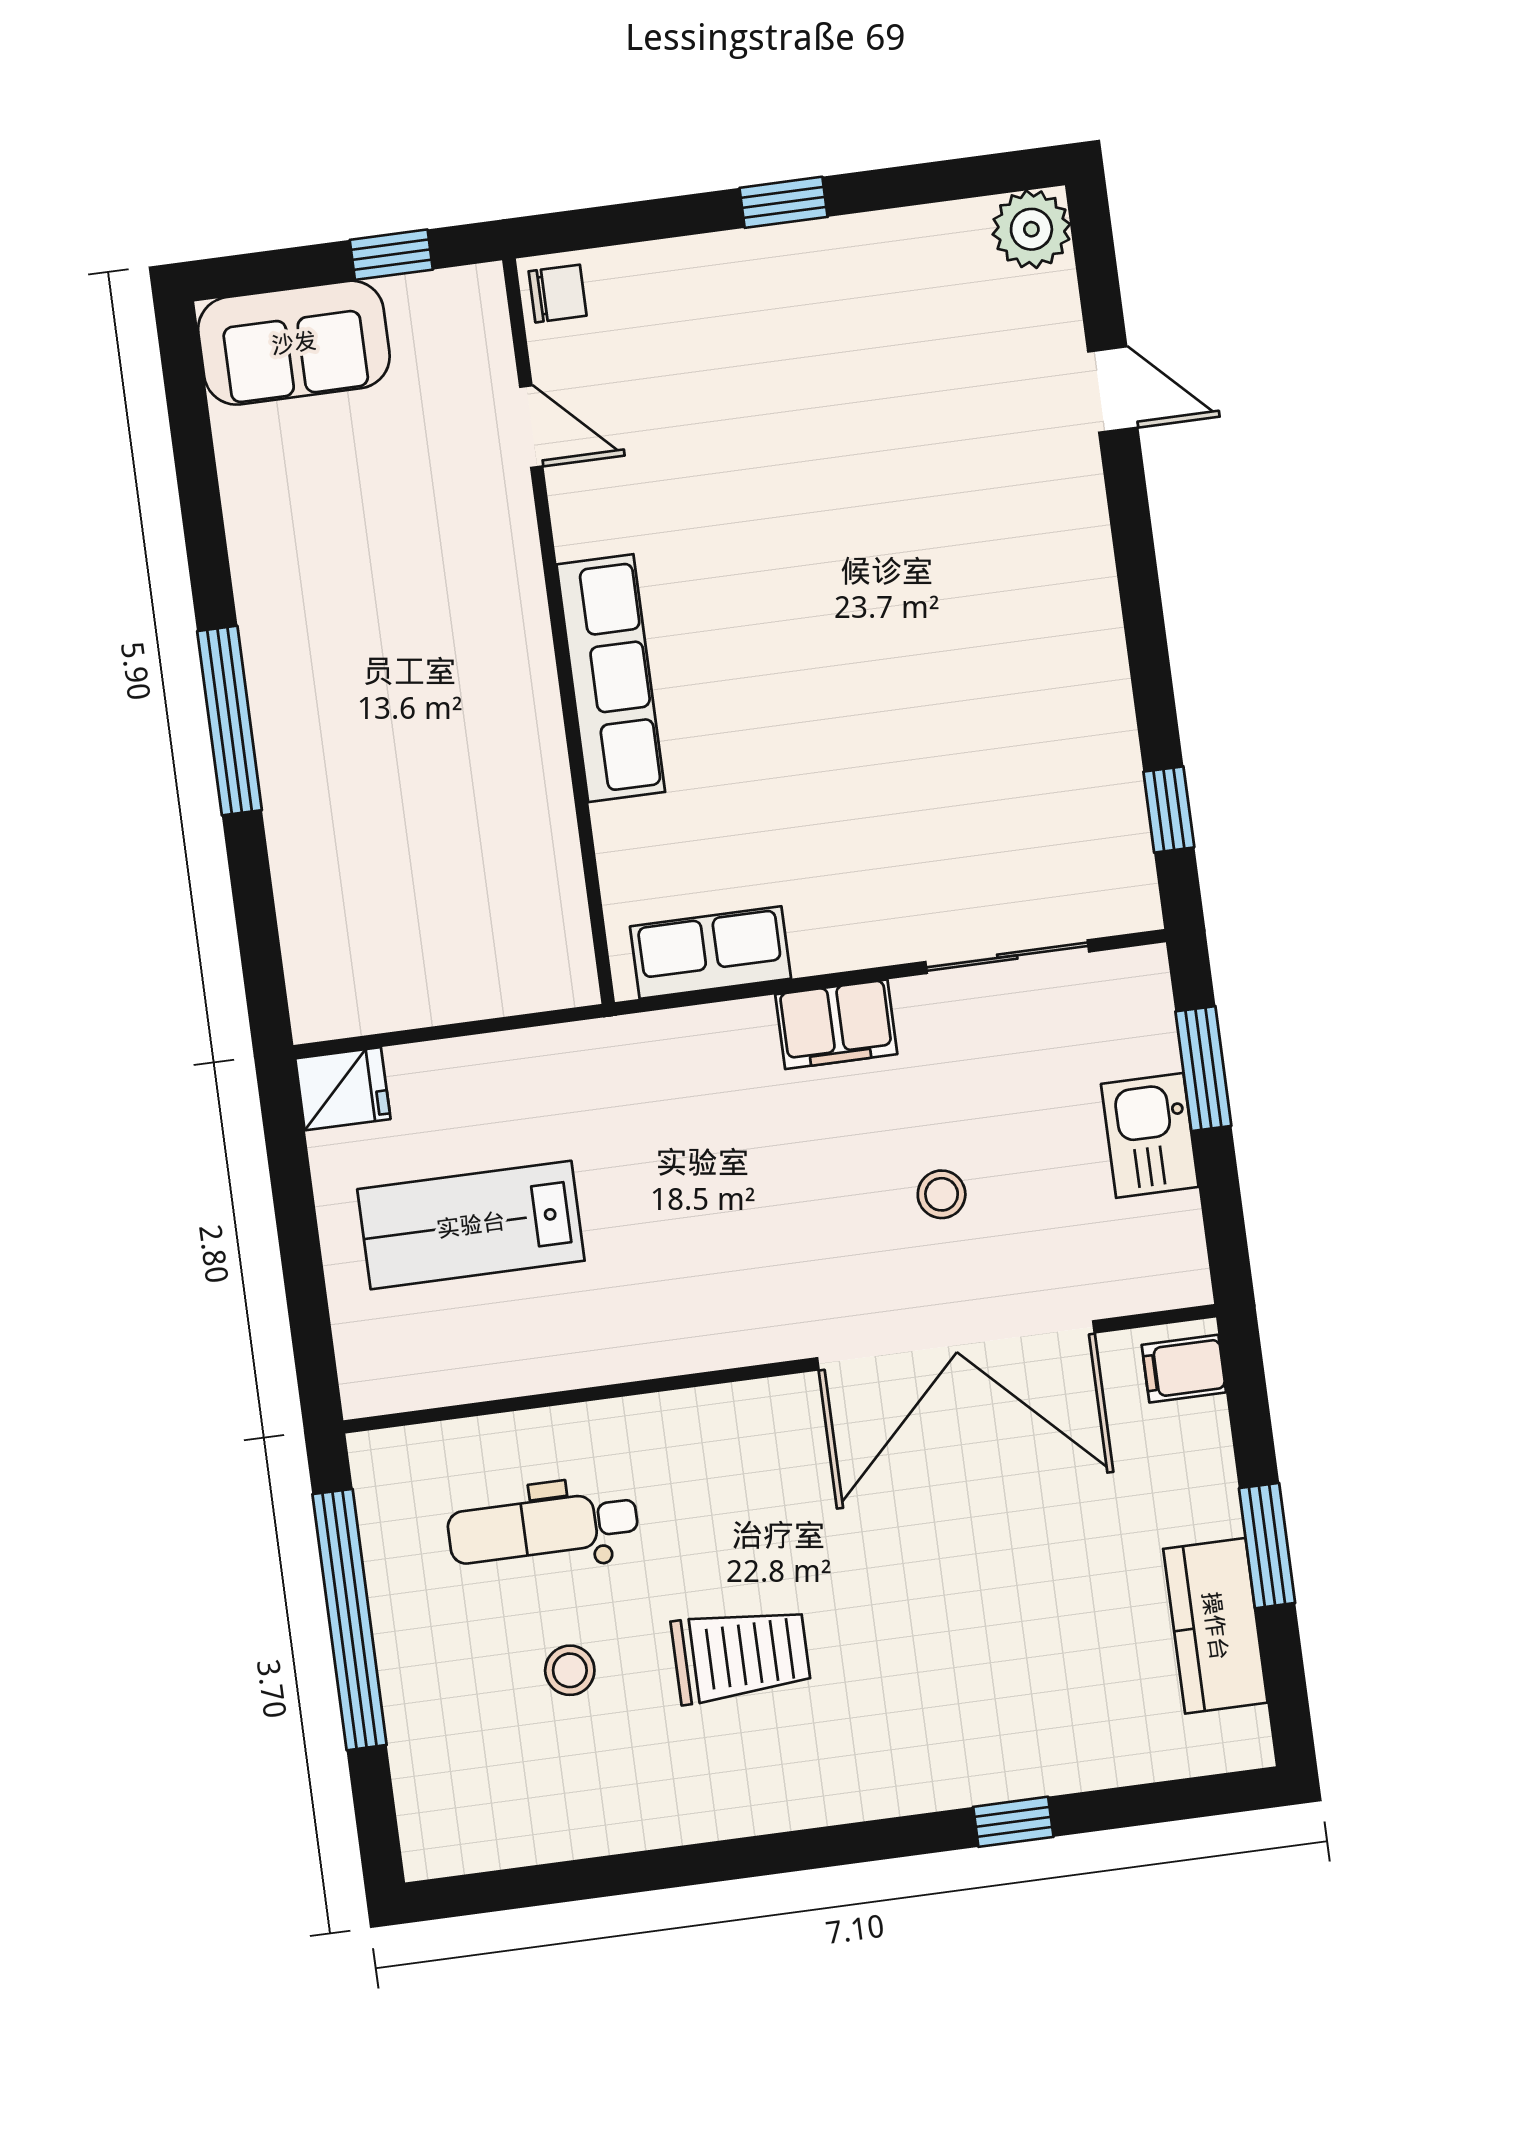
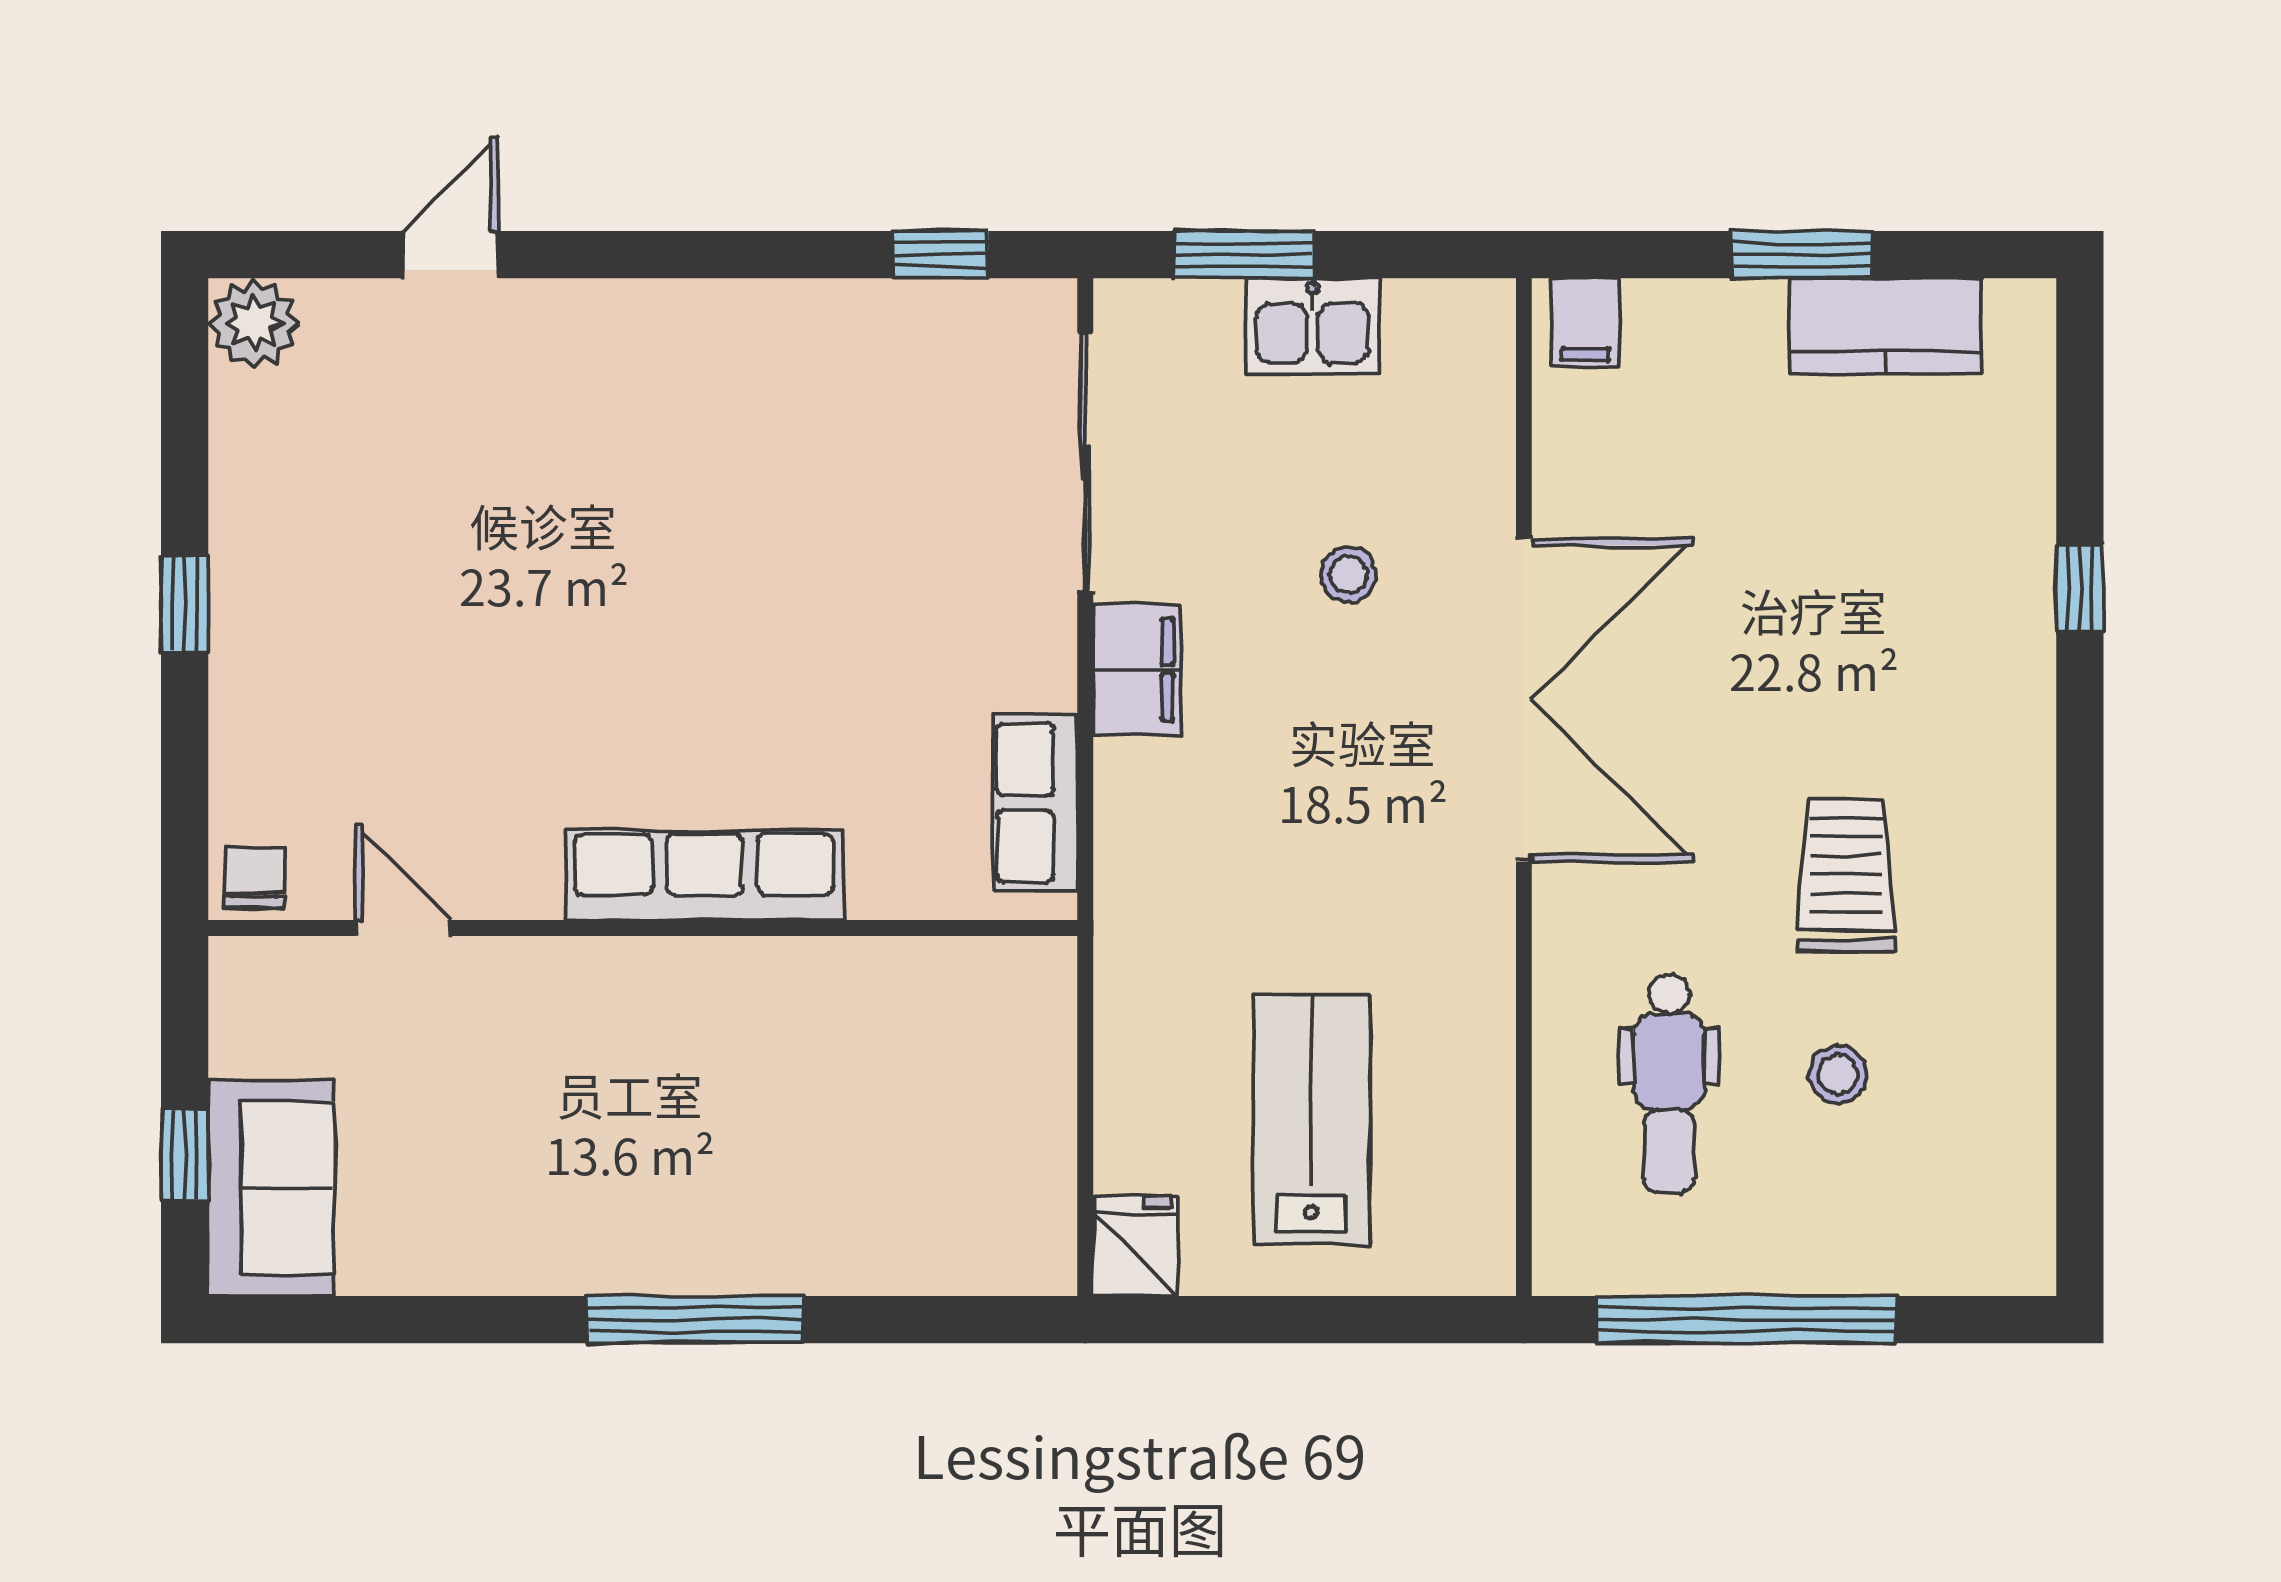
window: (391, 255) -> (185, 1154), moved
door: (531, 427) -> (404, 928), hinge flipped
sliding door: (1007, 957) -> (1085, 463), width x1.37
lab bench: (471, 1225) -> (1311, 1120), turned 180
double door: (956, 1345) -> (1524, 700), moved

